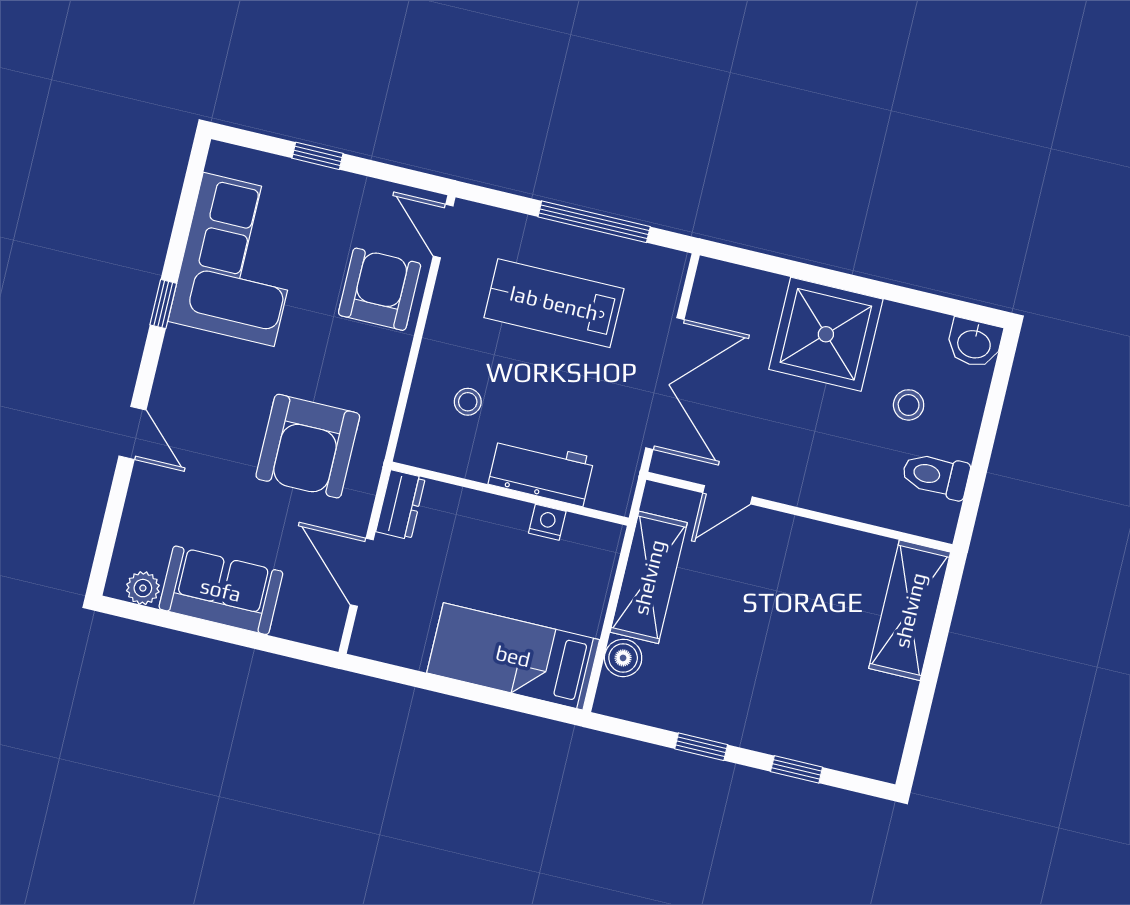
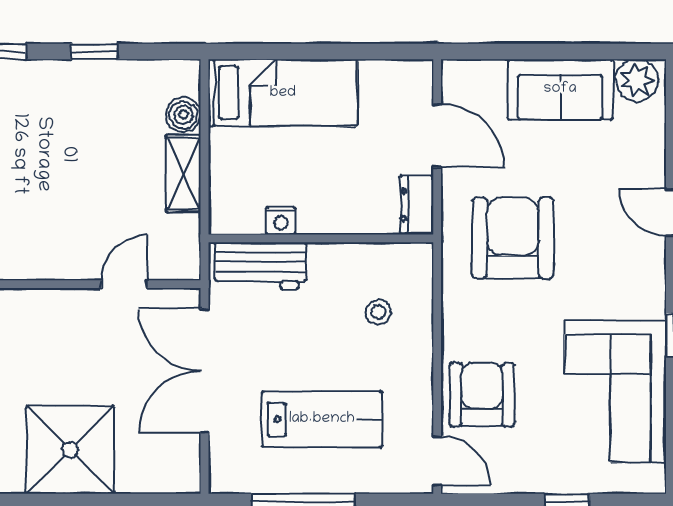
armchair: (380, 289) -> (482, 395), turned 180
workbench: (541, 471) -> (261, 266), moved
shelving: (649, 577) -> (183, 173), width x0.67, depth x0.75
plant: (143, 588) -> (637, 80), width x1.38, depth x1.38

